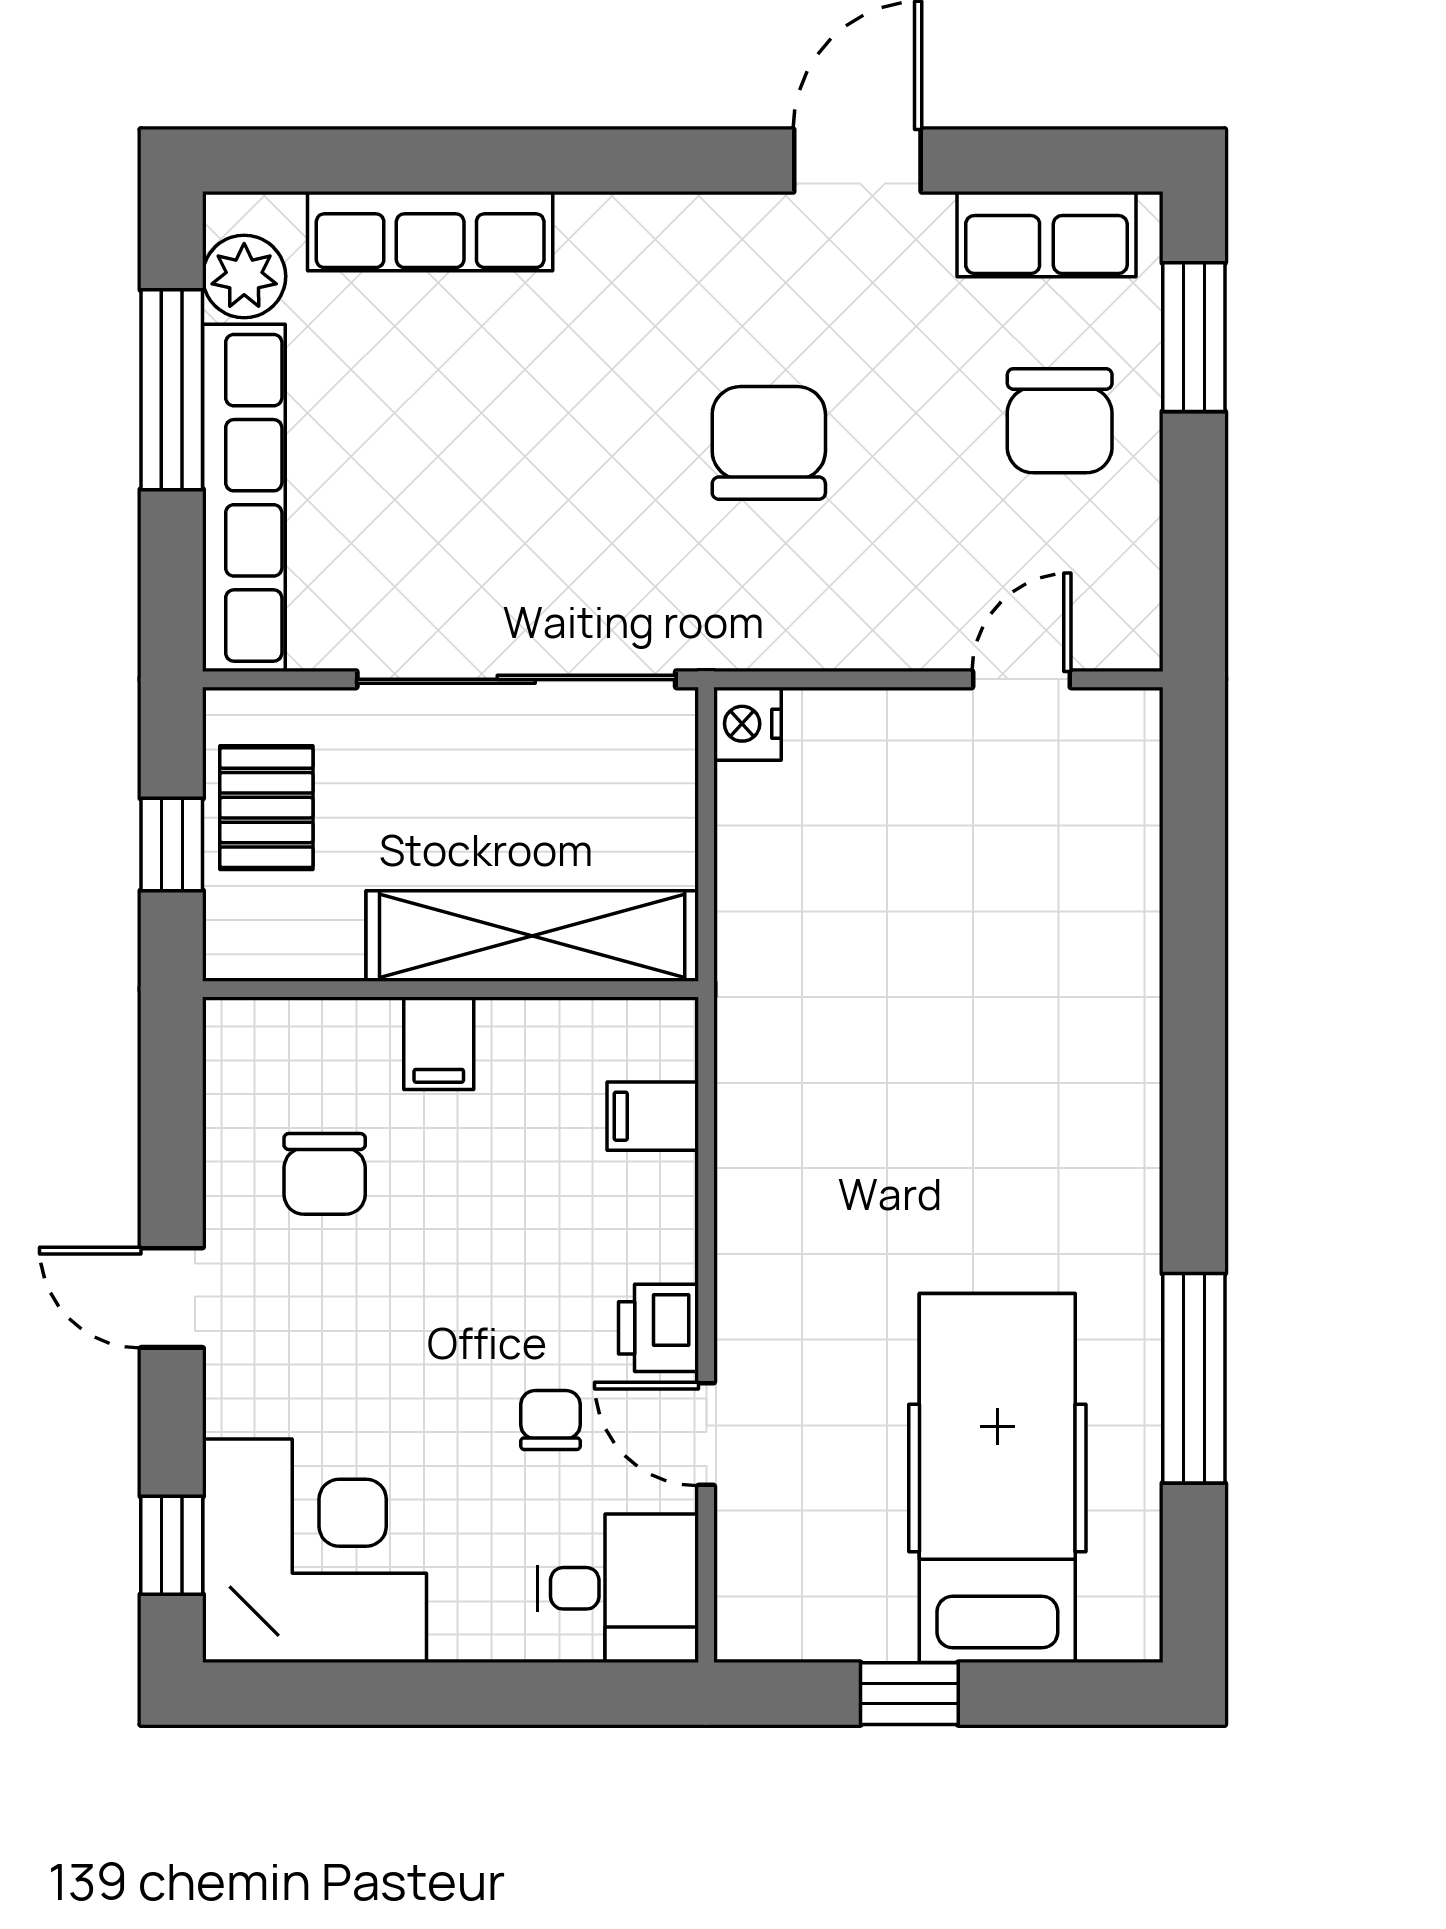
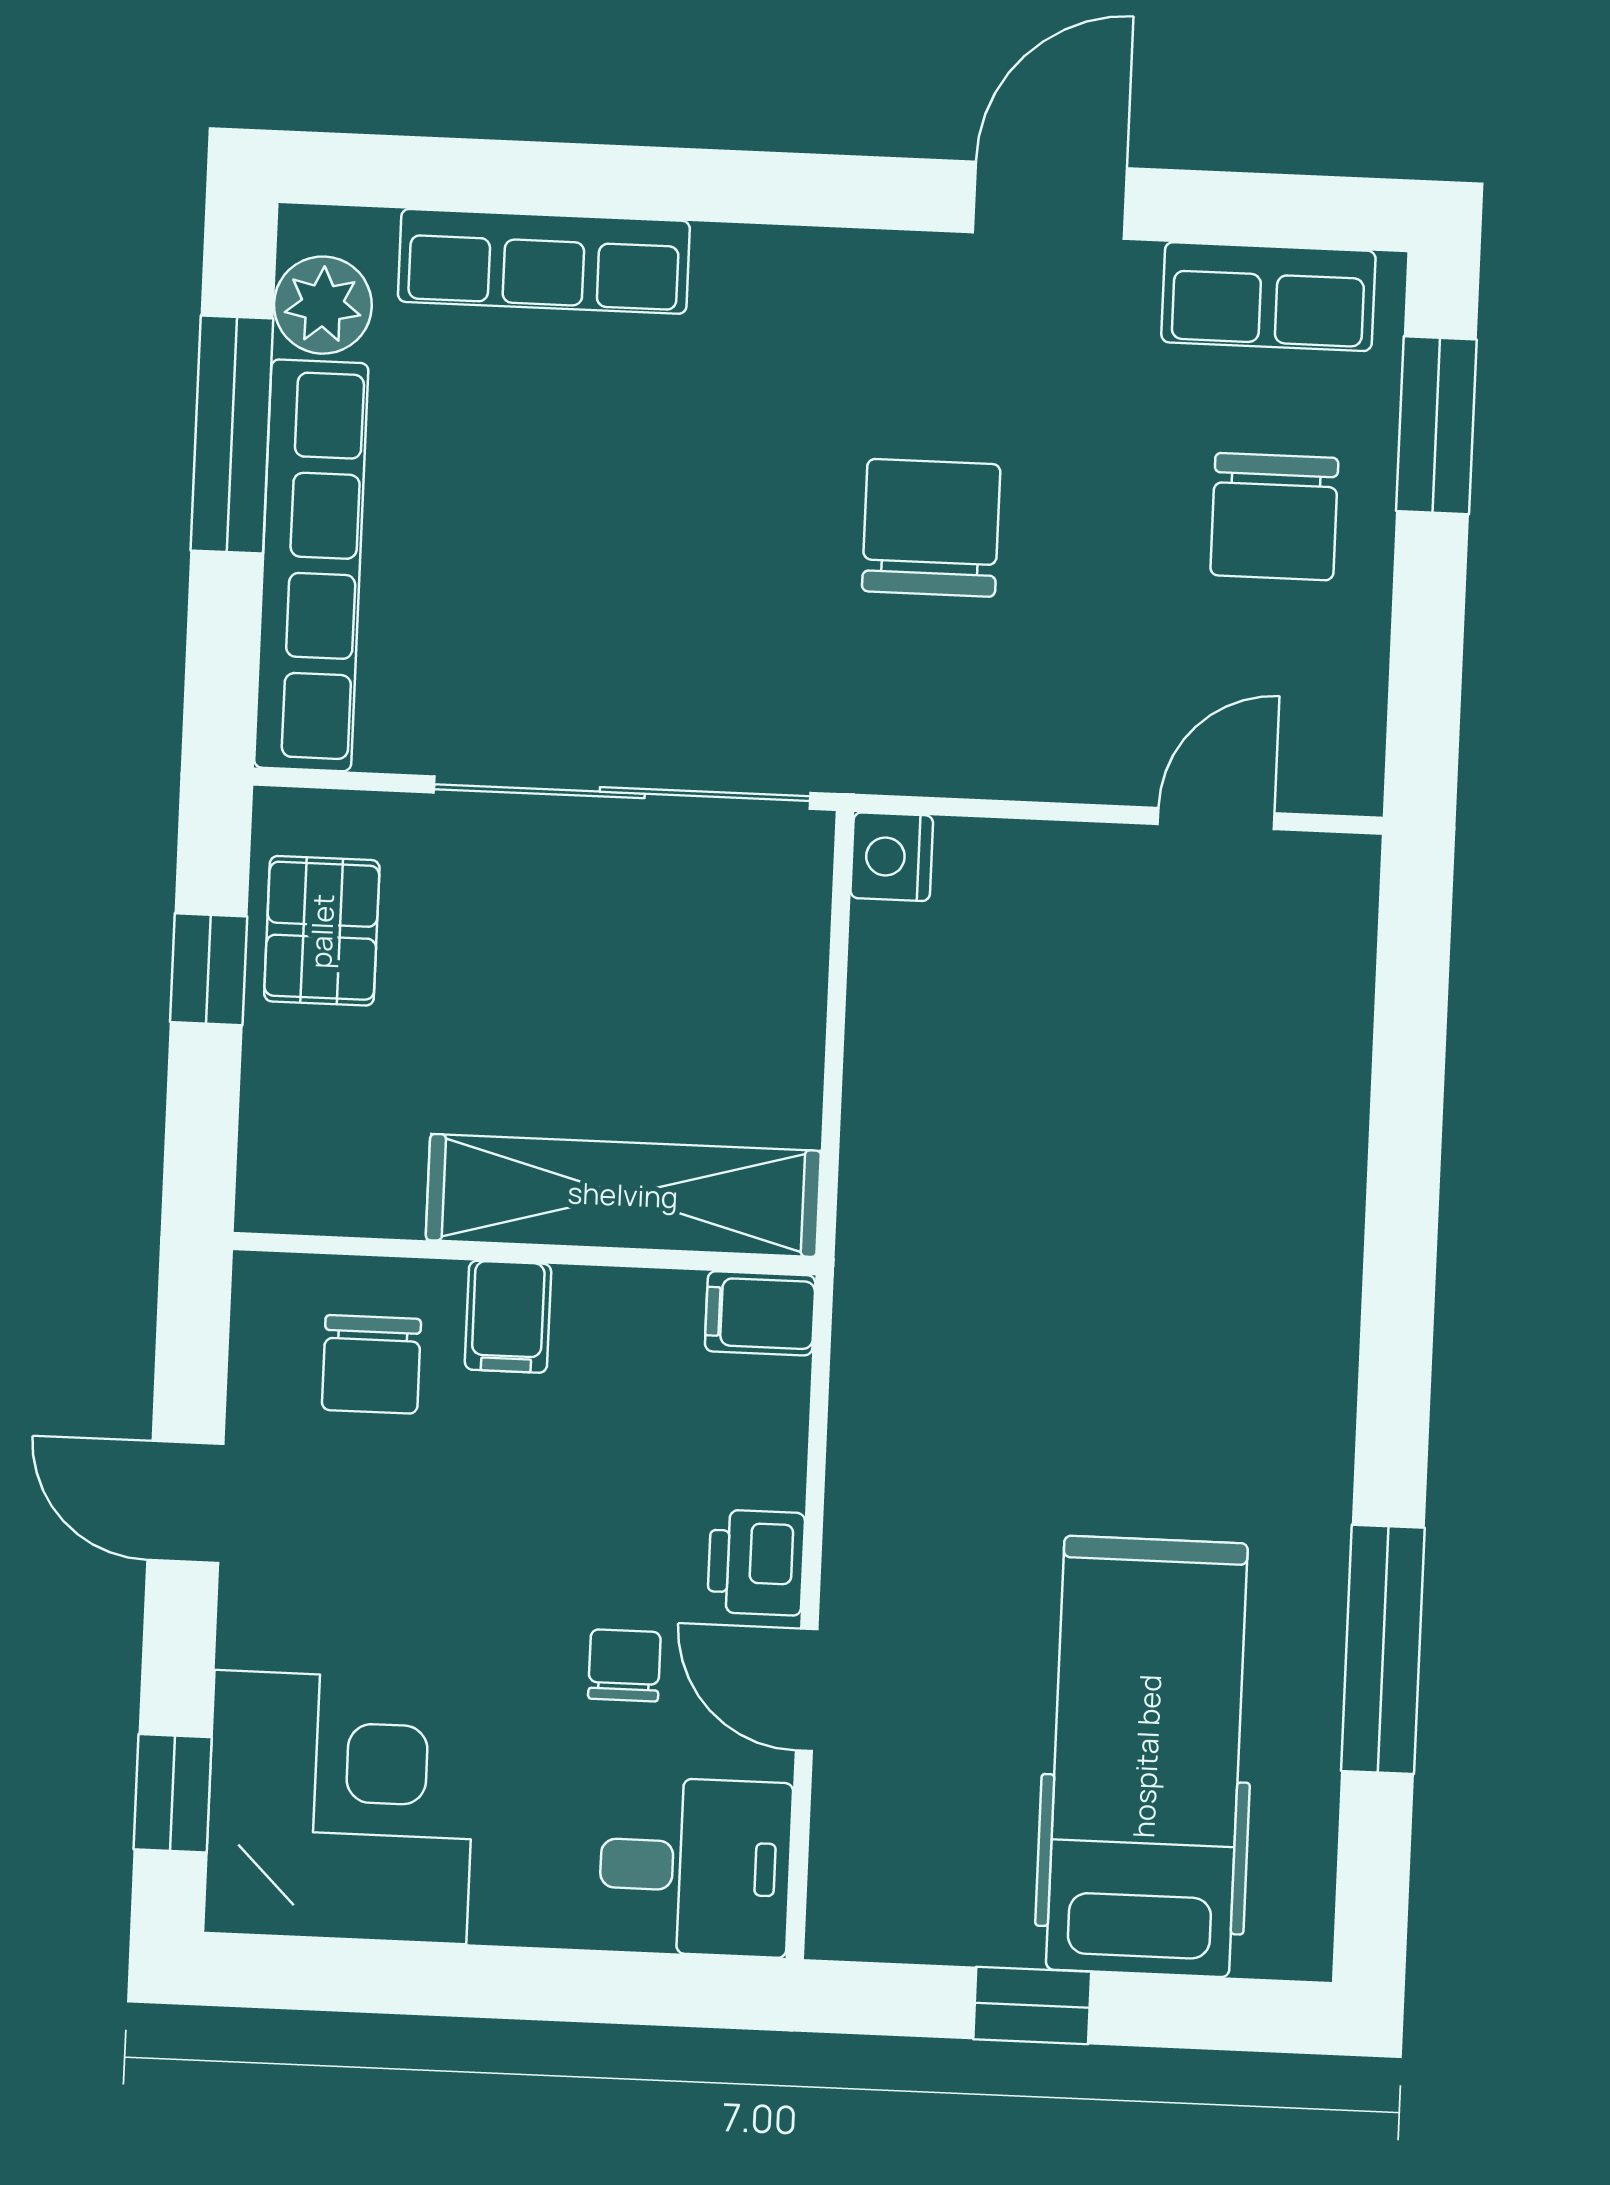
shelving: (532, 936) -> (623, 1195), moved
wall: (450, 989) -> (525, 1254), moved
filing cabinet: (439, 1043) -> (508, 1317), moved

